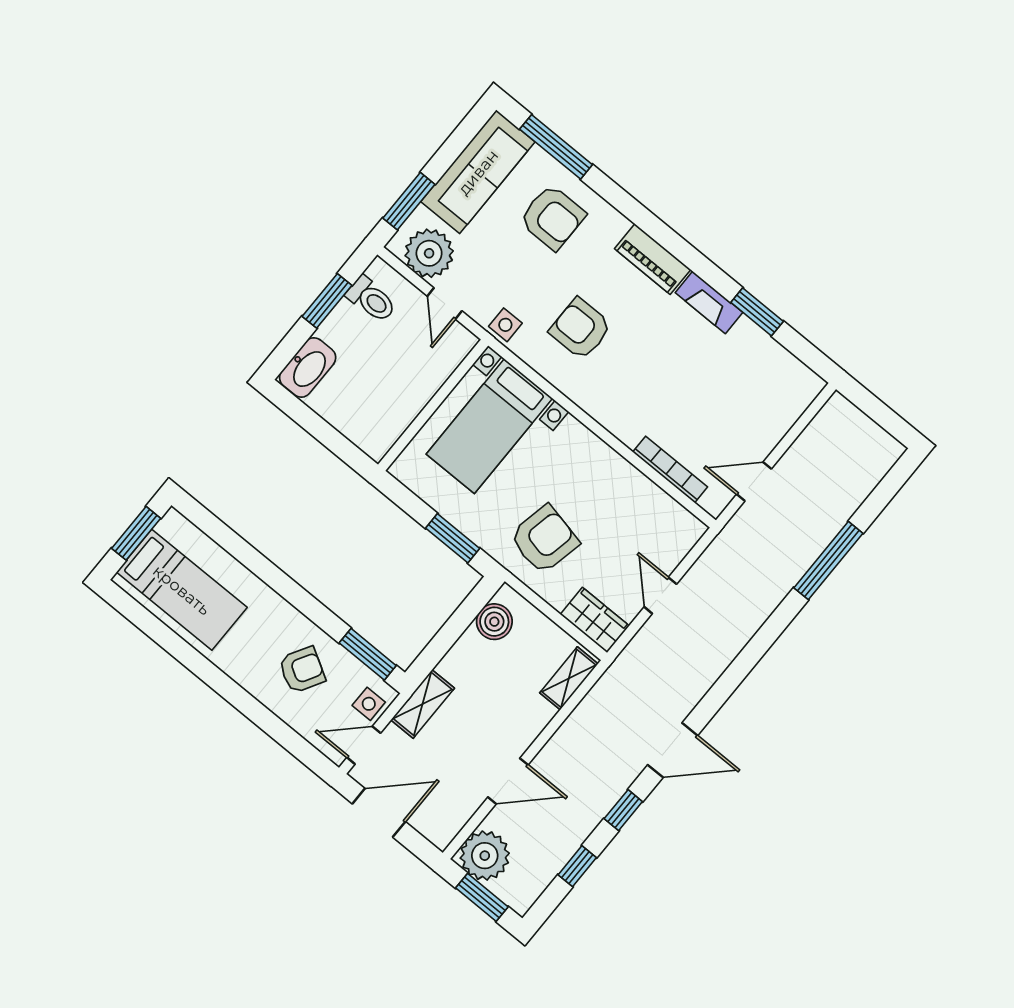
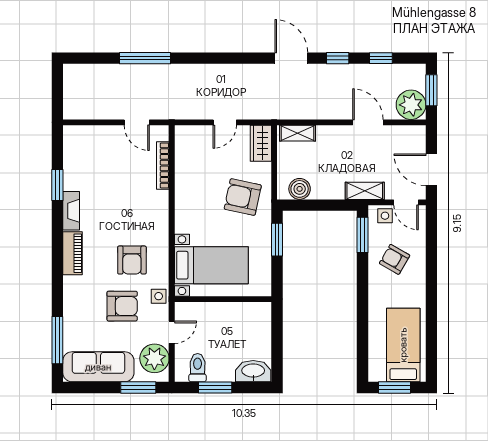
armchair: (552, 217) -> (122, 306), moved, turned 90

